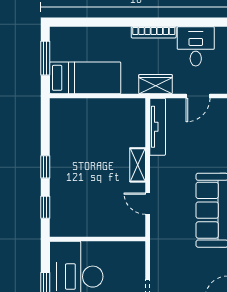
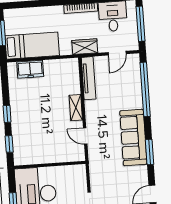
freezer: (80, 109) -> (30, 69), added

